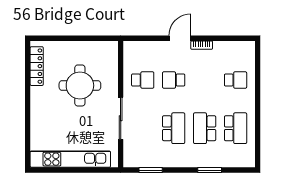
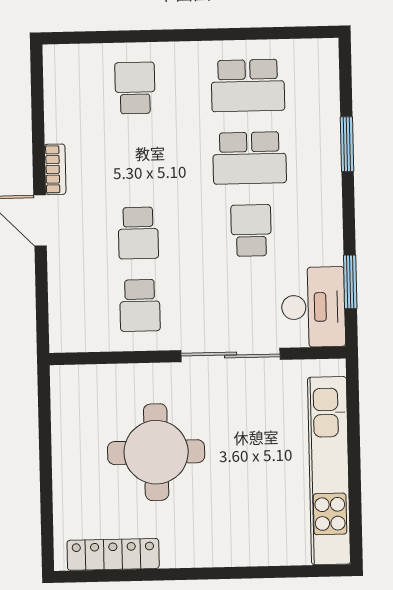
school desk: (143, 80) -> (140, 305), turned 180
school desk: (174, 128) -> (251, 230), width x0.54
school desk: (236, 128) -> (248, 85), turned 180
desk: (140, 154) -> (313, 307), added

